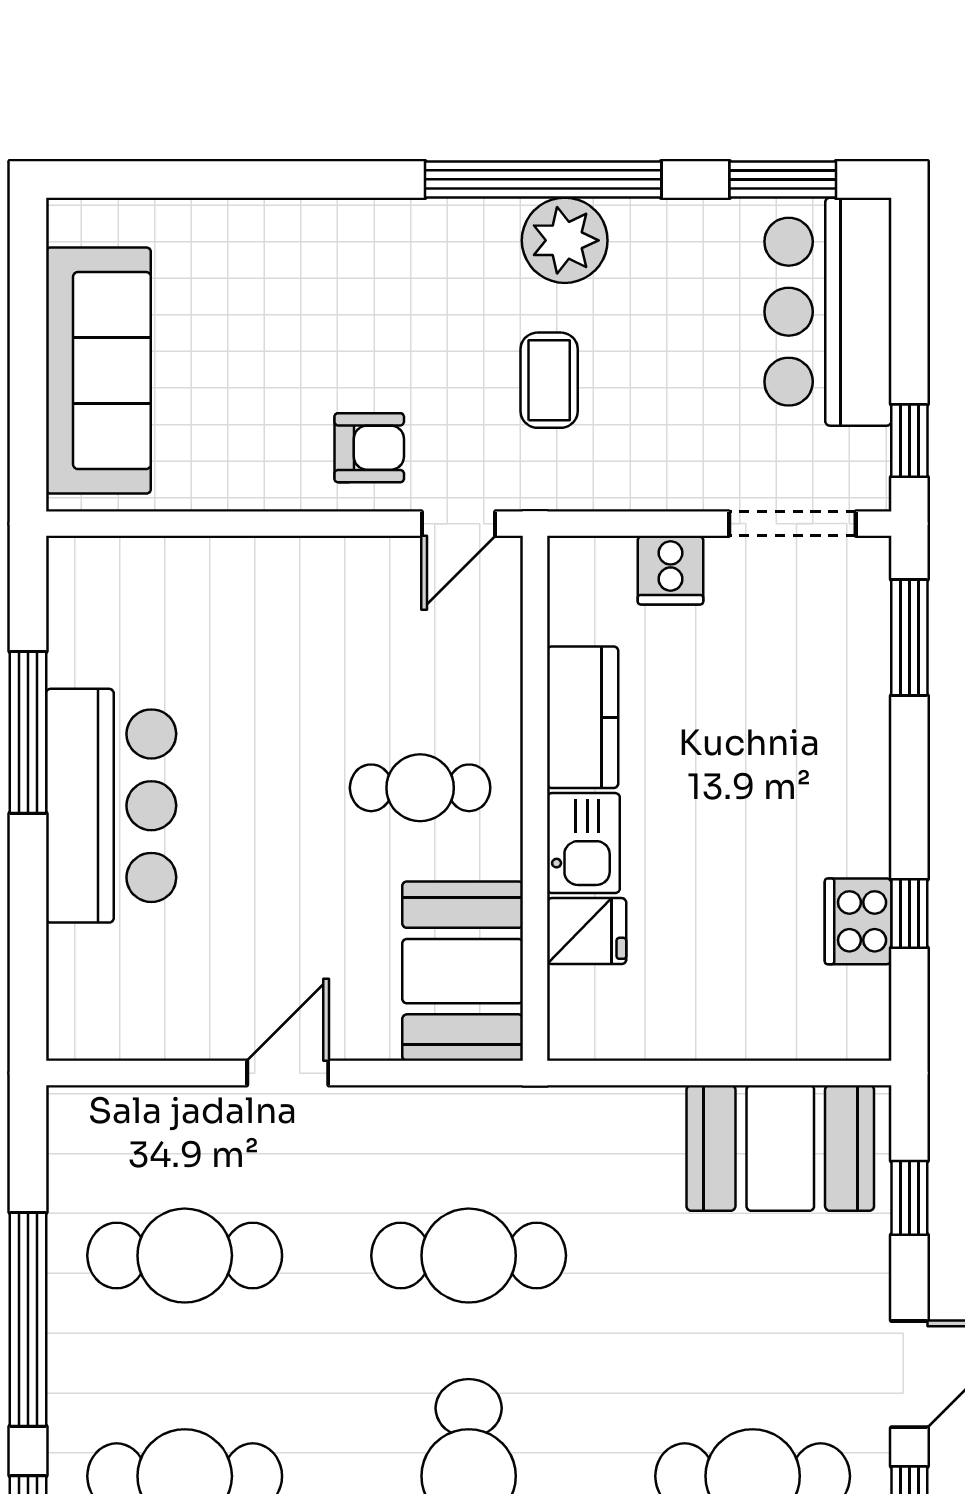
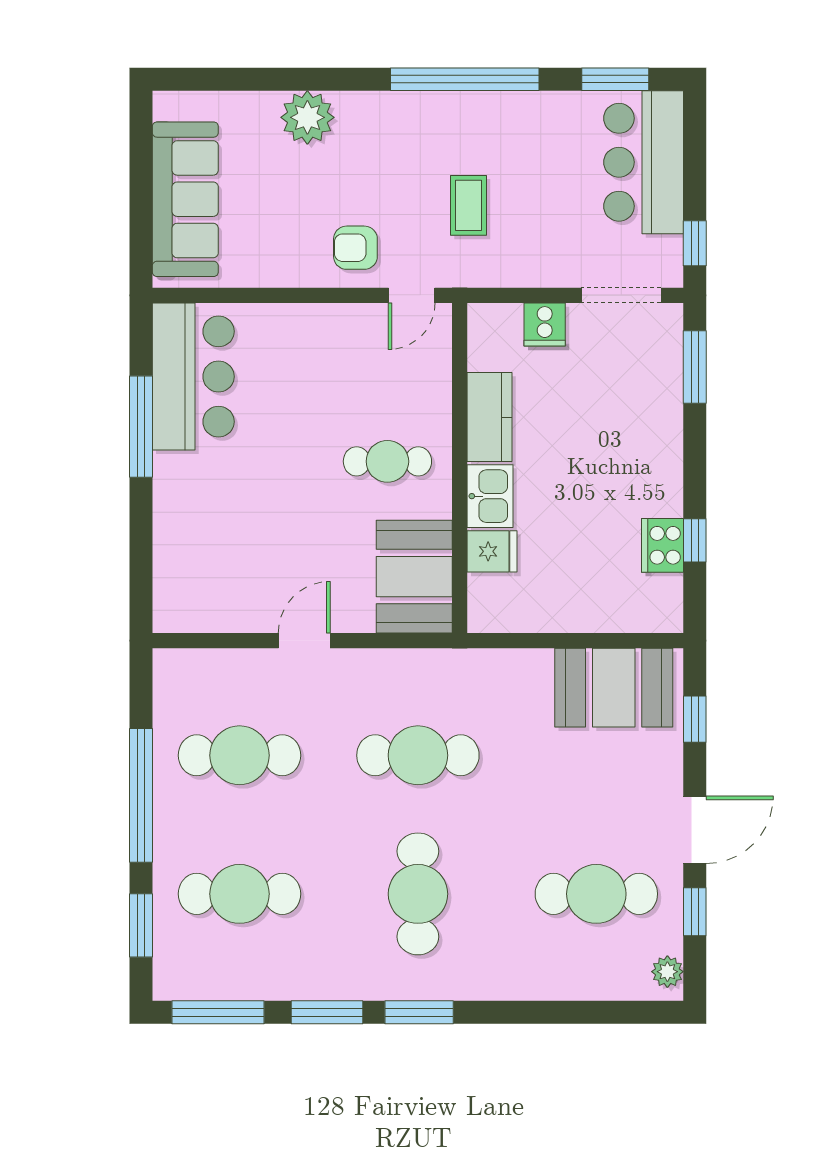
plant: (565, 240) -> (307, 117), moved
armchair: (369, 448) -> (355, 248), turned 180
bar counter: (111, 806) -> (193, 377), moved

